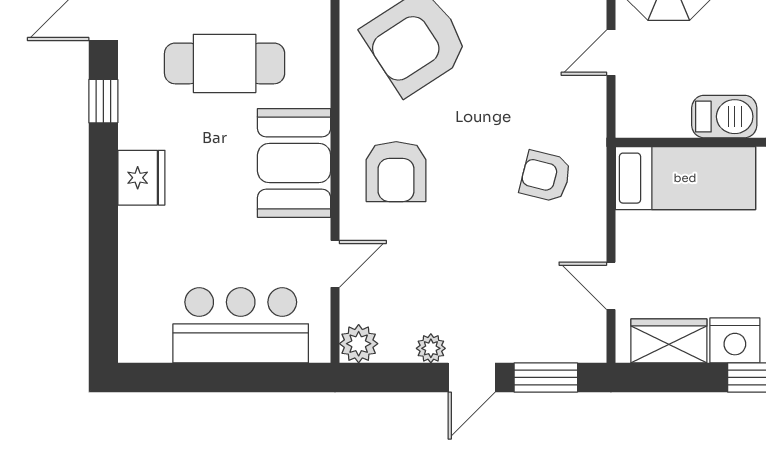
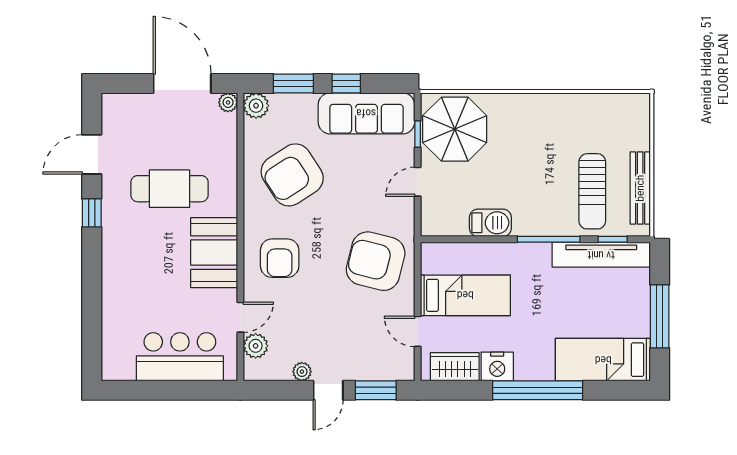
armchair: (545, 176) -> (376, 261), width x1.88, depth x1.88
fridge: (141, 178) -> (116, 262), removed
bed: (685, 178) -> (465, 295), moved
plant: (359, 344) -> (256, 346), moved

